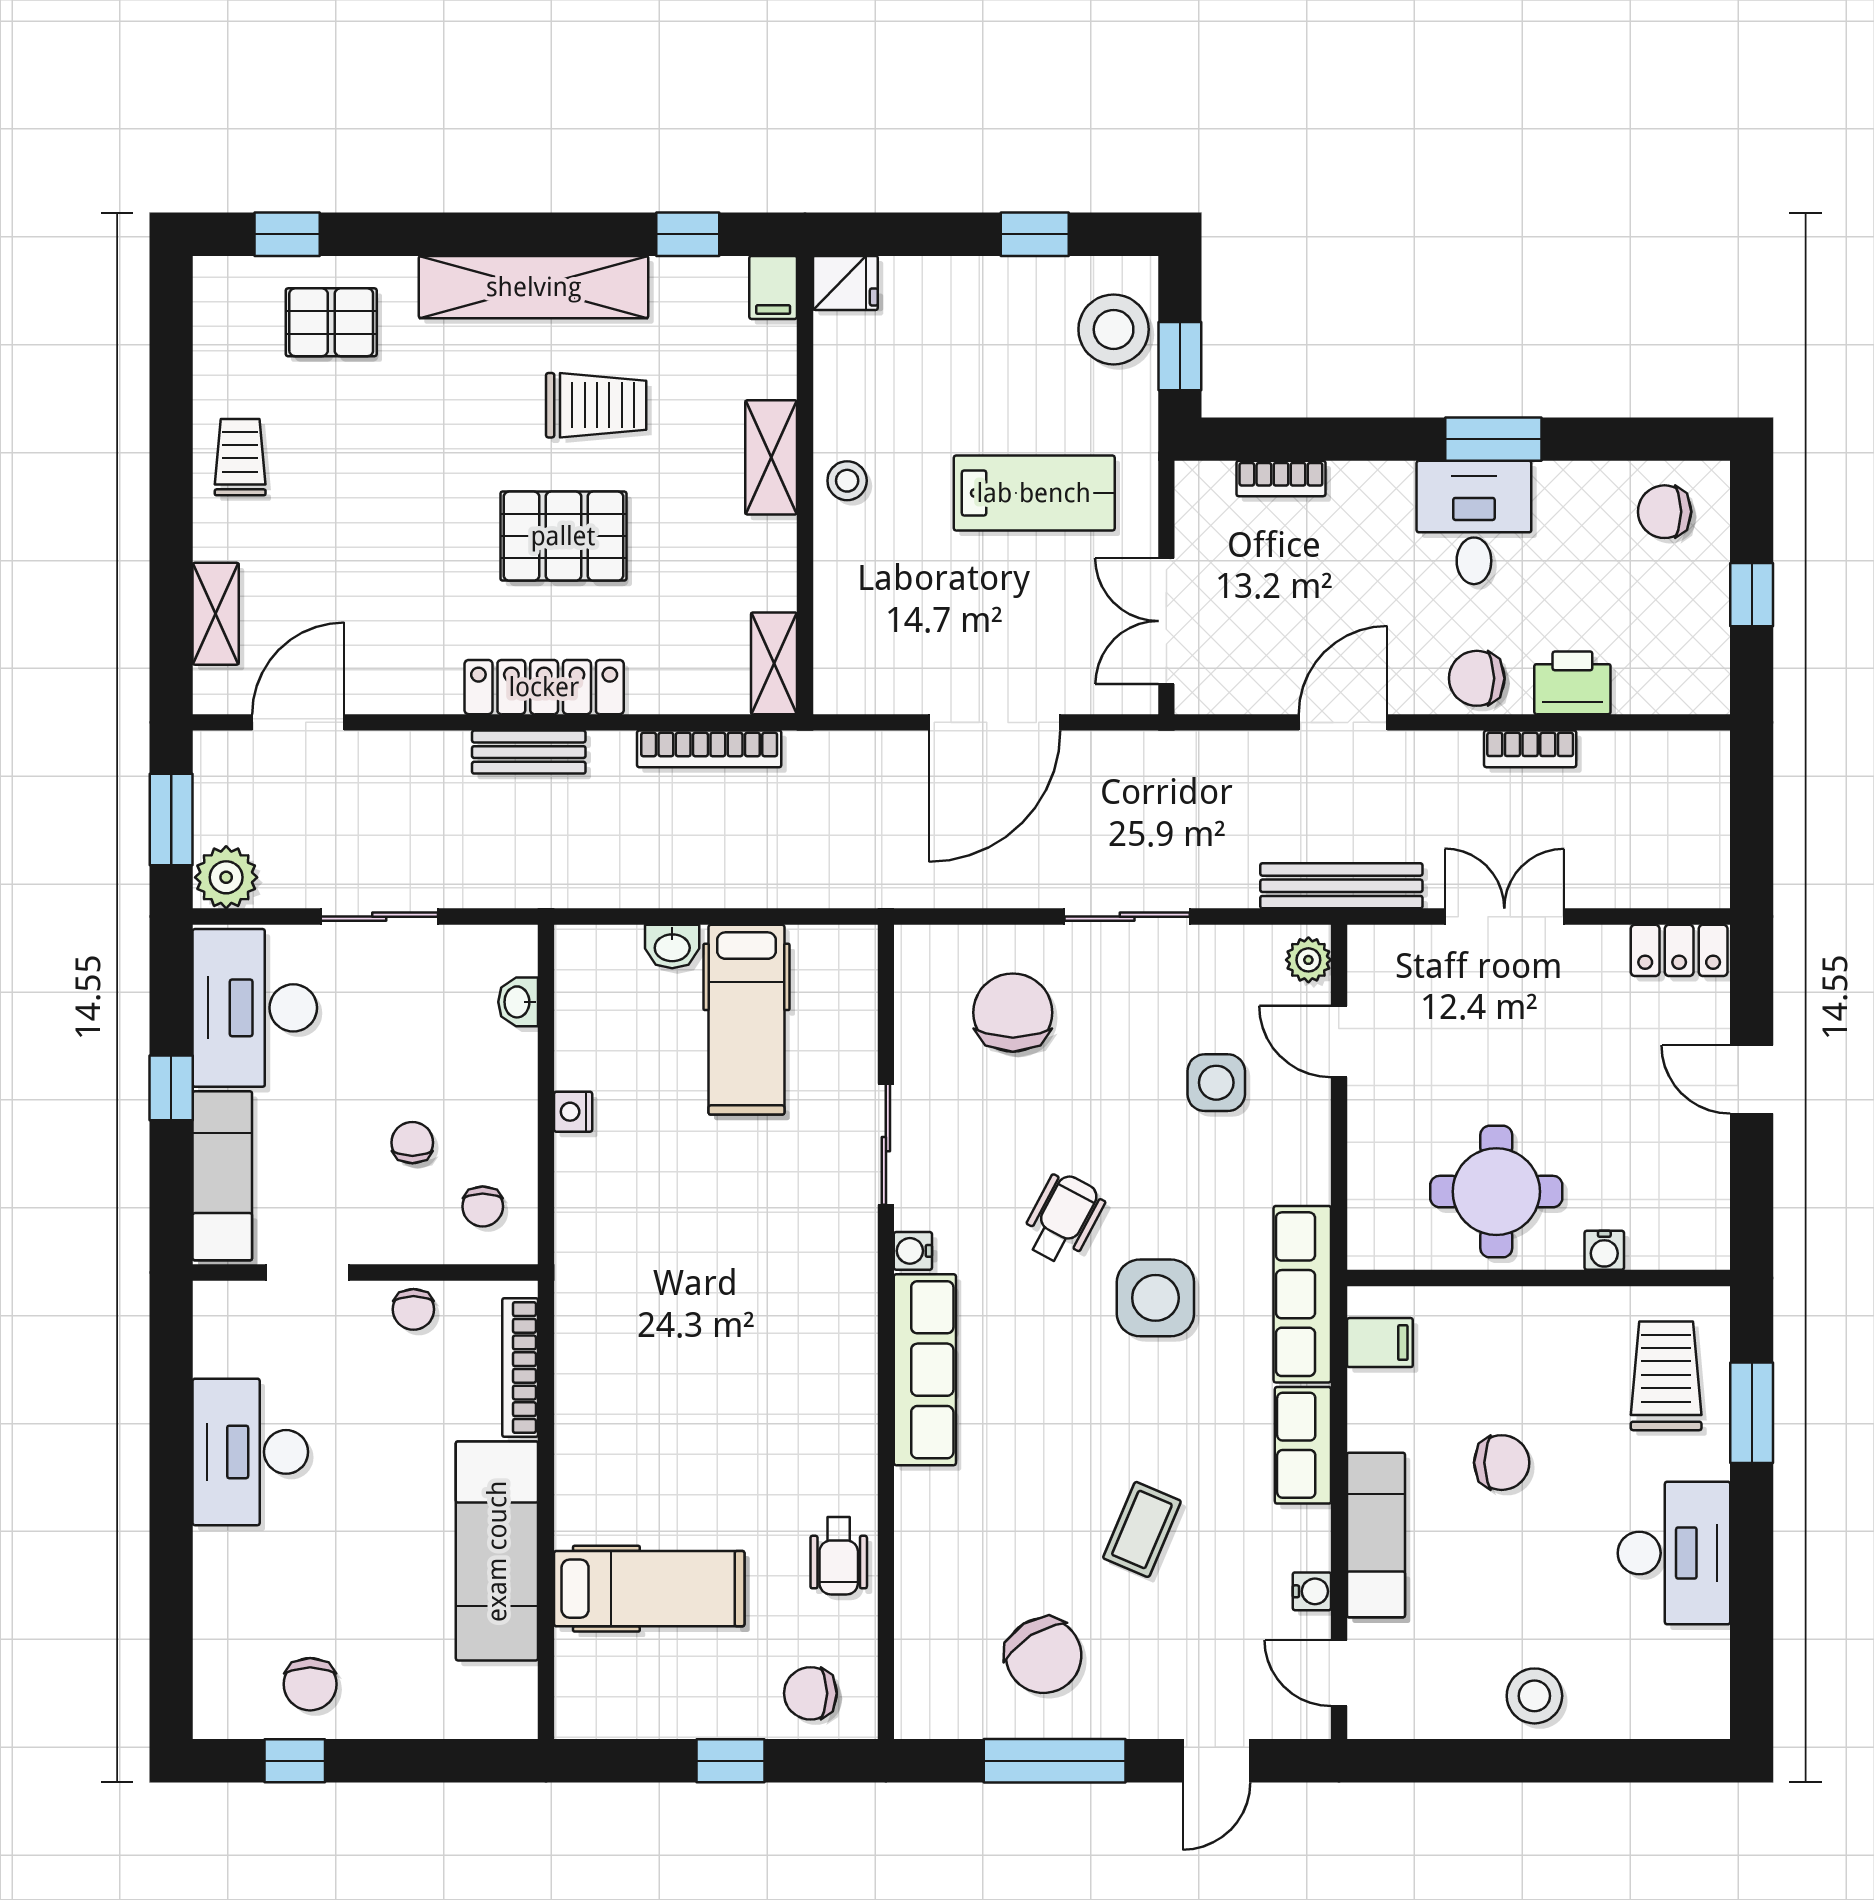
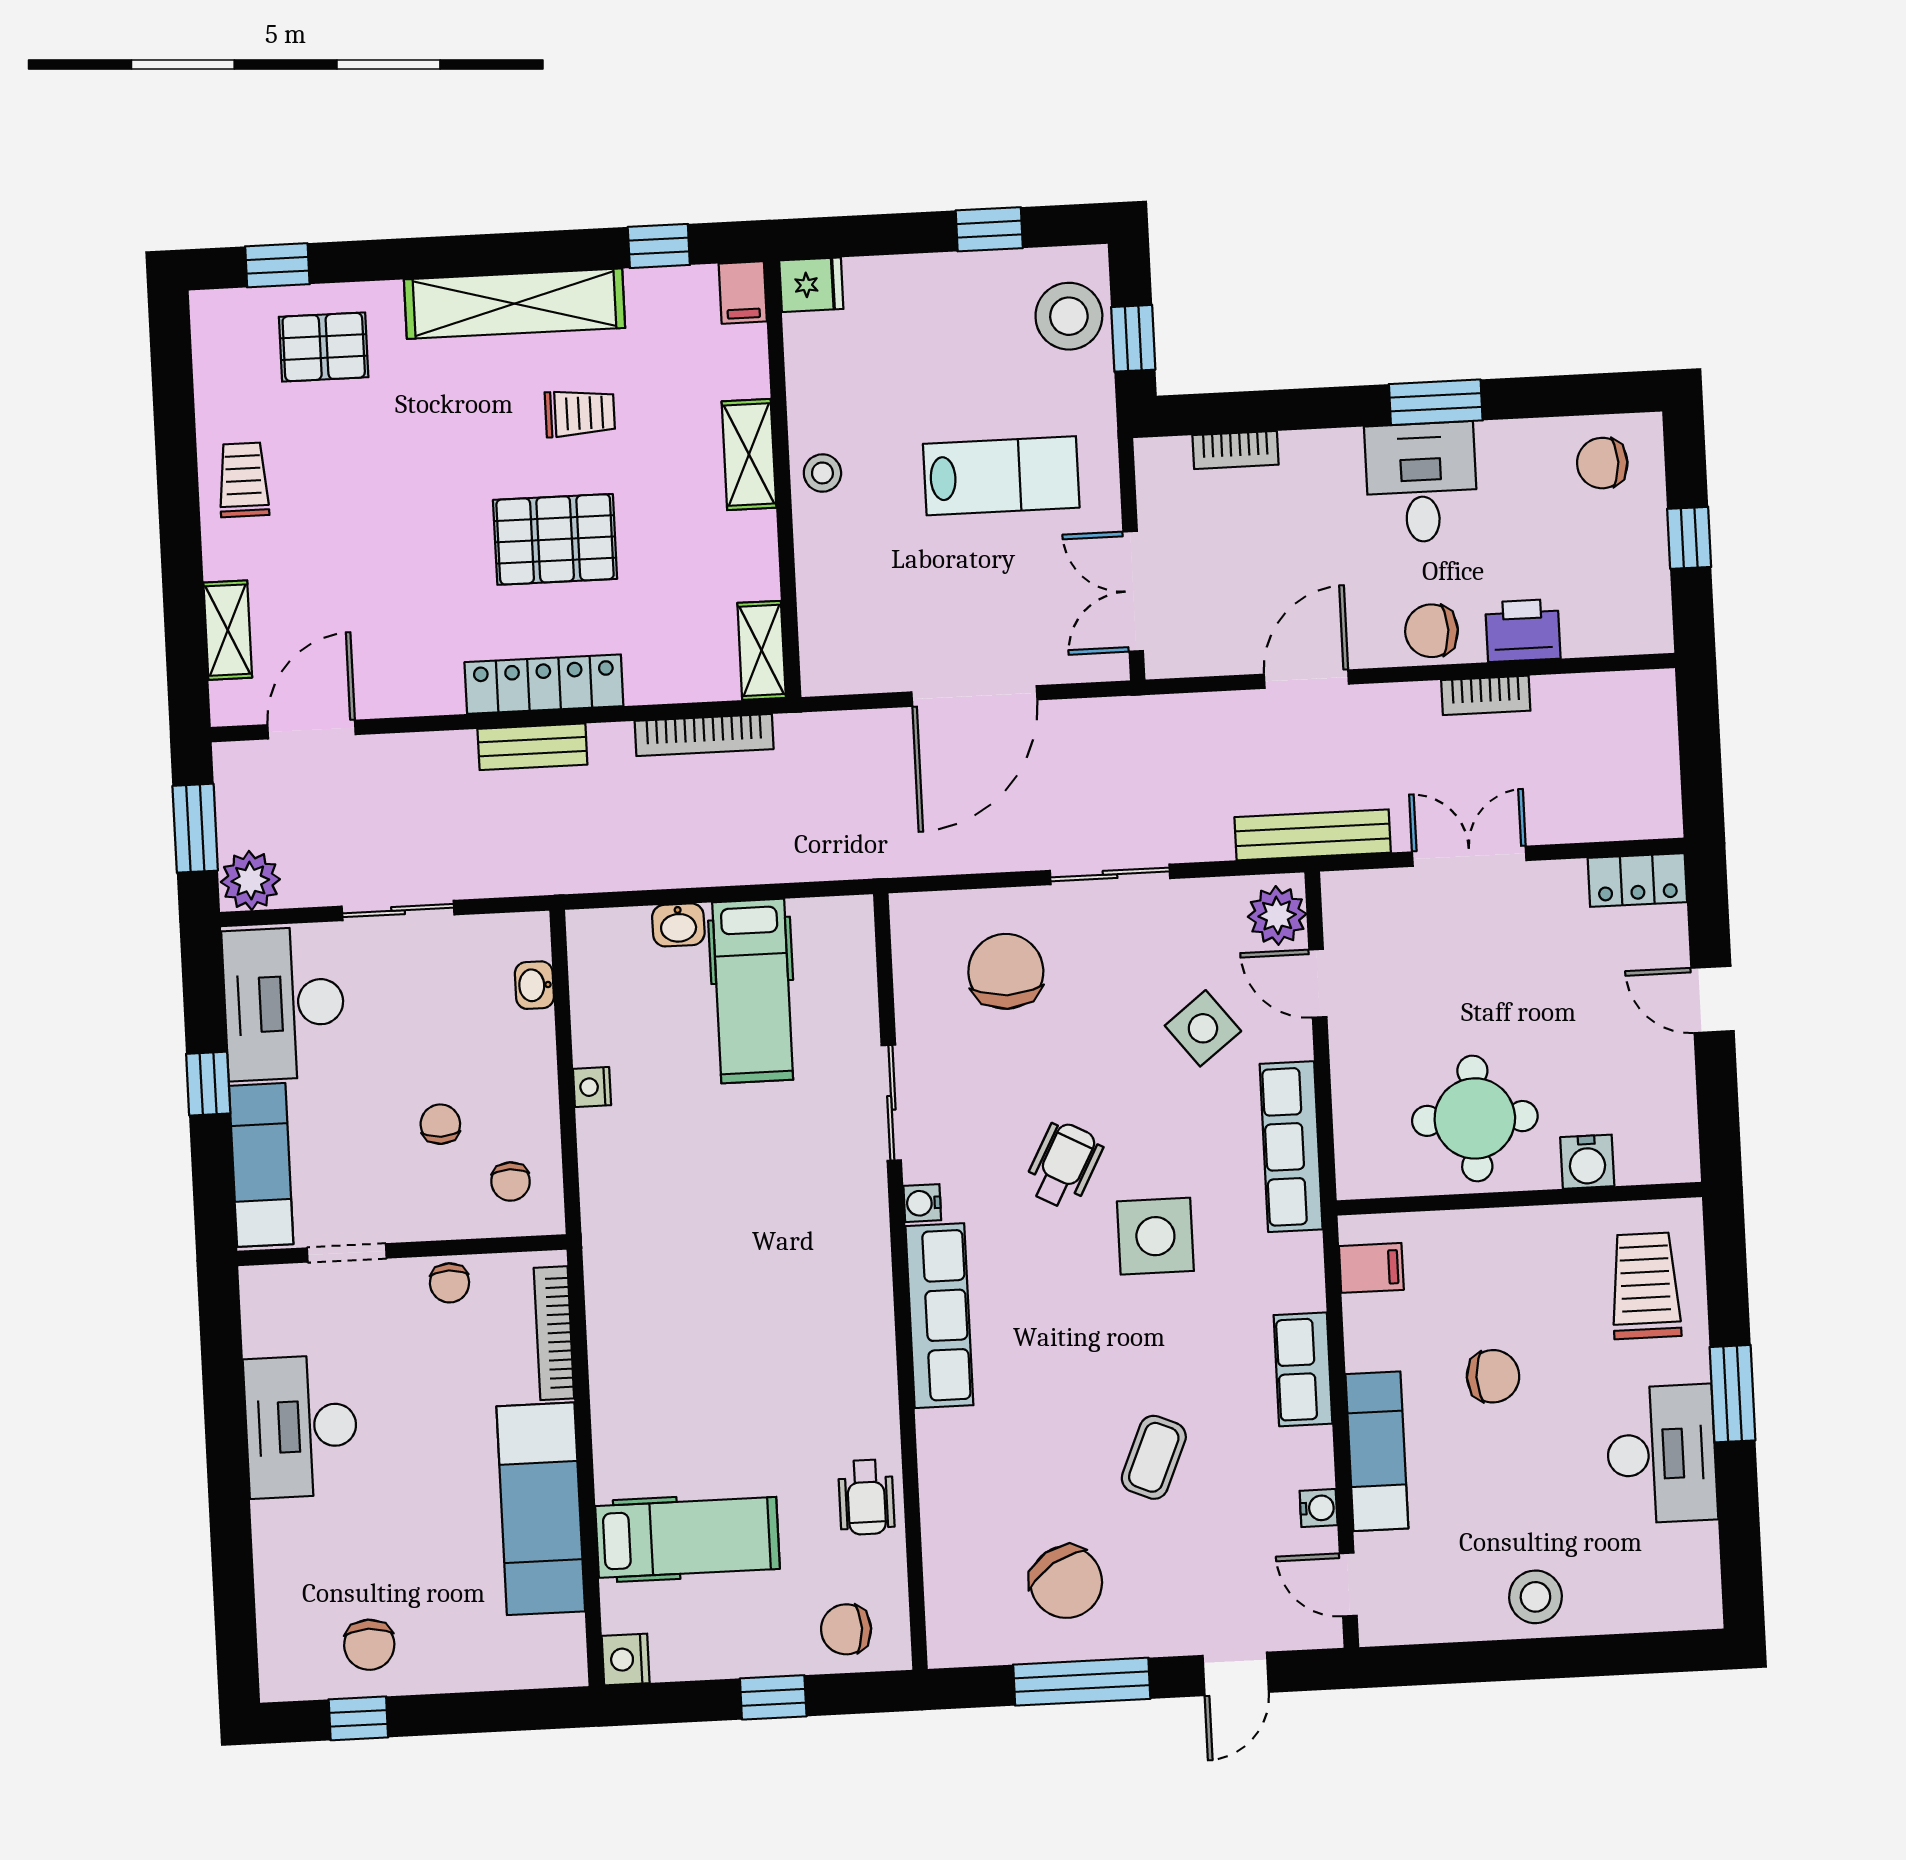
trolley: (596, 405) -> (580, 413), width x0.73, depth x0.72
plant: (1308, 960) -> (1277, 915), width x1.38, depth x1.38
side table: (1216, 1083) -> (1203, 1028), turned -38
water cooler: (1604, 1250) -> (1587, 1162), width x1.38, depth x1.38
row of seats: (1302, 1294) -> (1291, 1147), moved
window: (1752, 1413) -> (1733, 1394), moved
nightstand: (578, 1713) -> (626, 1659), added

